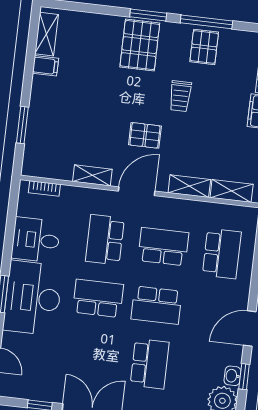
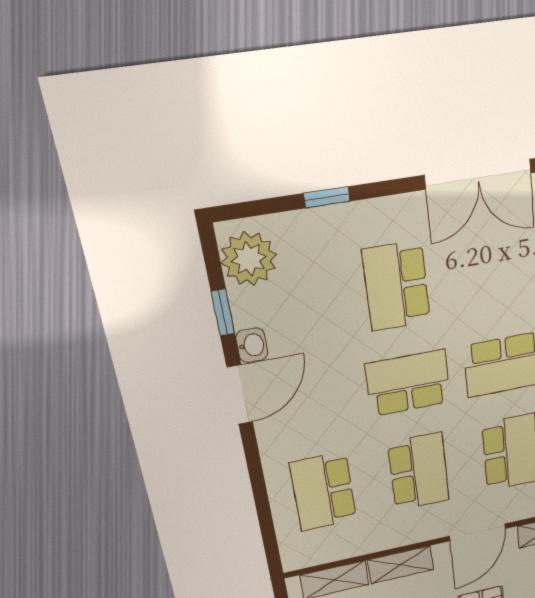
school desk: (163, 247) -> (419, 472), turned -90
washbasin: (232, 376) -> (252, 345), moved

